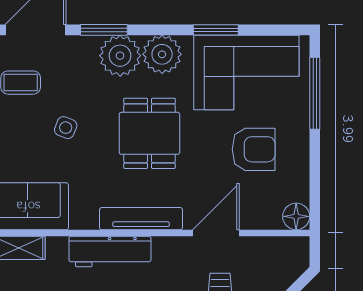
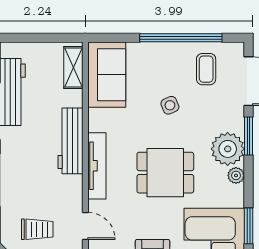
plant: (162, 54) -> (236, 175), width x0.53, depth x0.53
side table: (66, 128) -> (170, 105), turned 45
door: (216, 233) -> (85, 226), width x0.73

